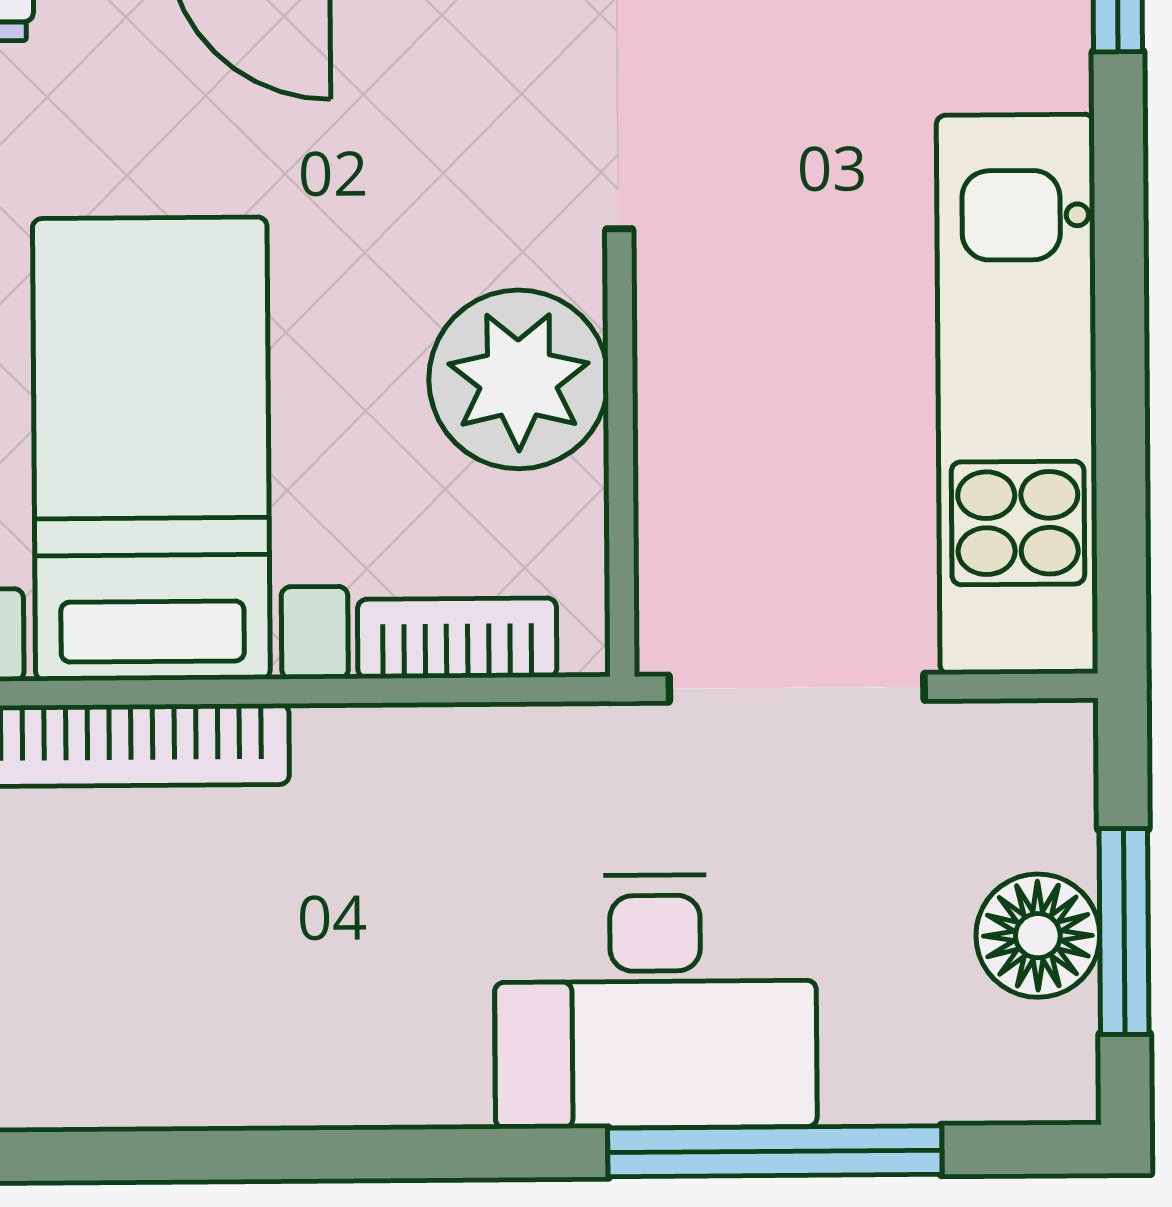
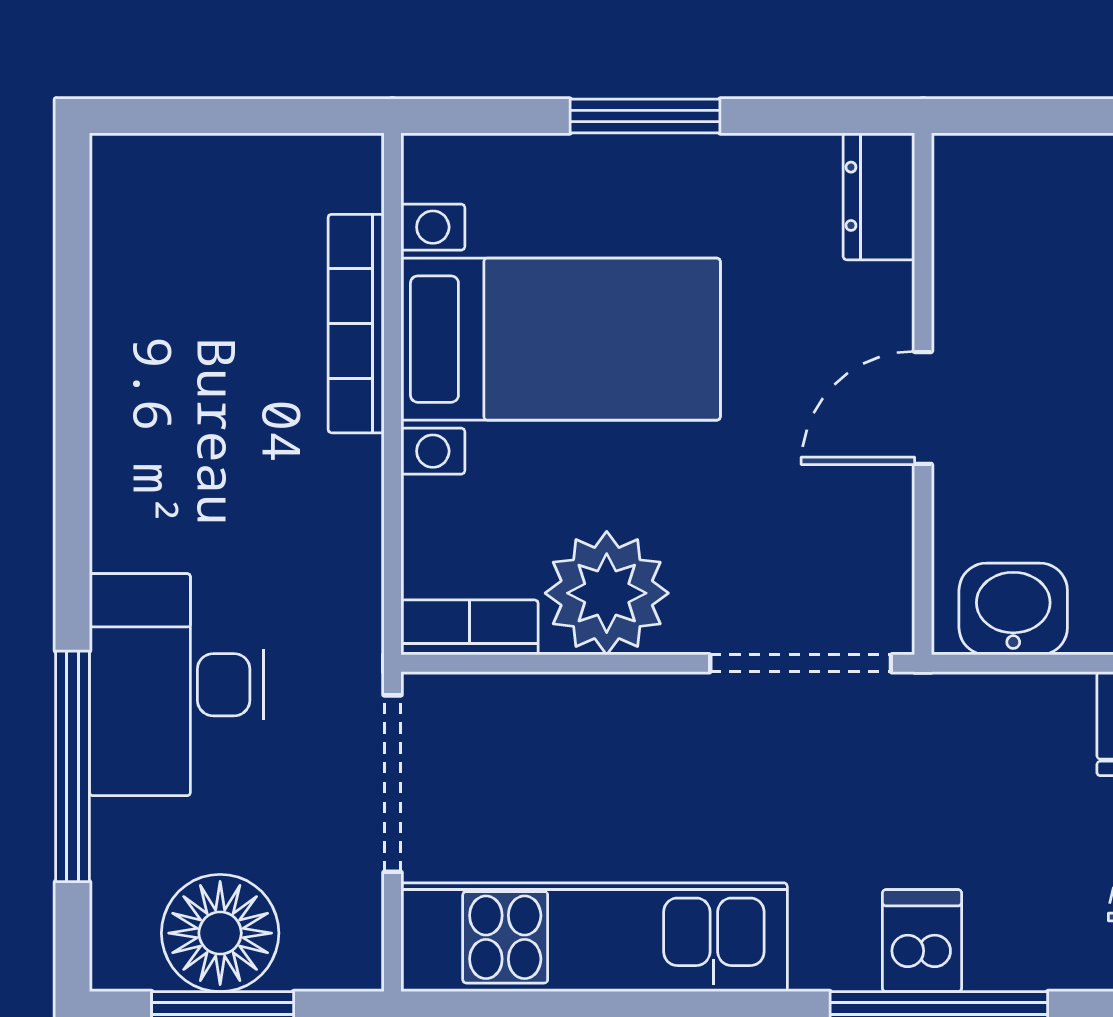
bookcase: (457, 638) -> (470, 627), moved, turned -90
floor lamp: (1038, 936) -> (220, 933), width x1.38, depth x1.38

